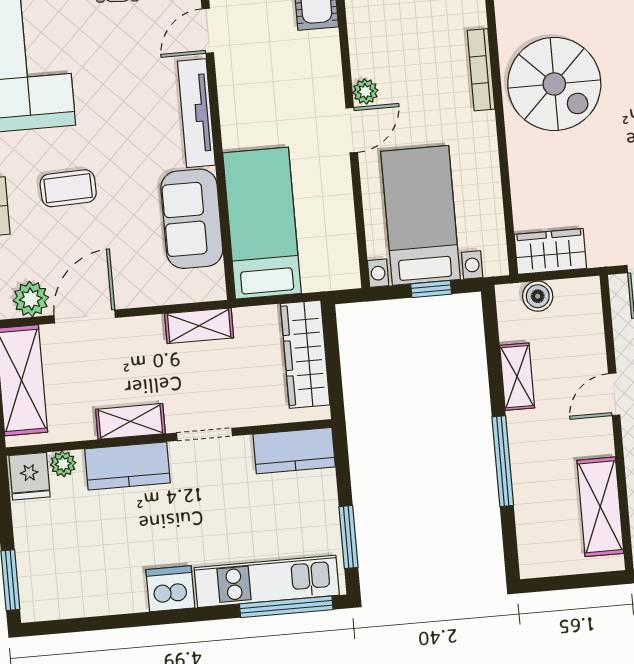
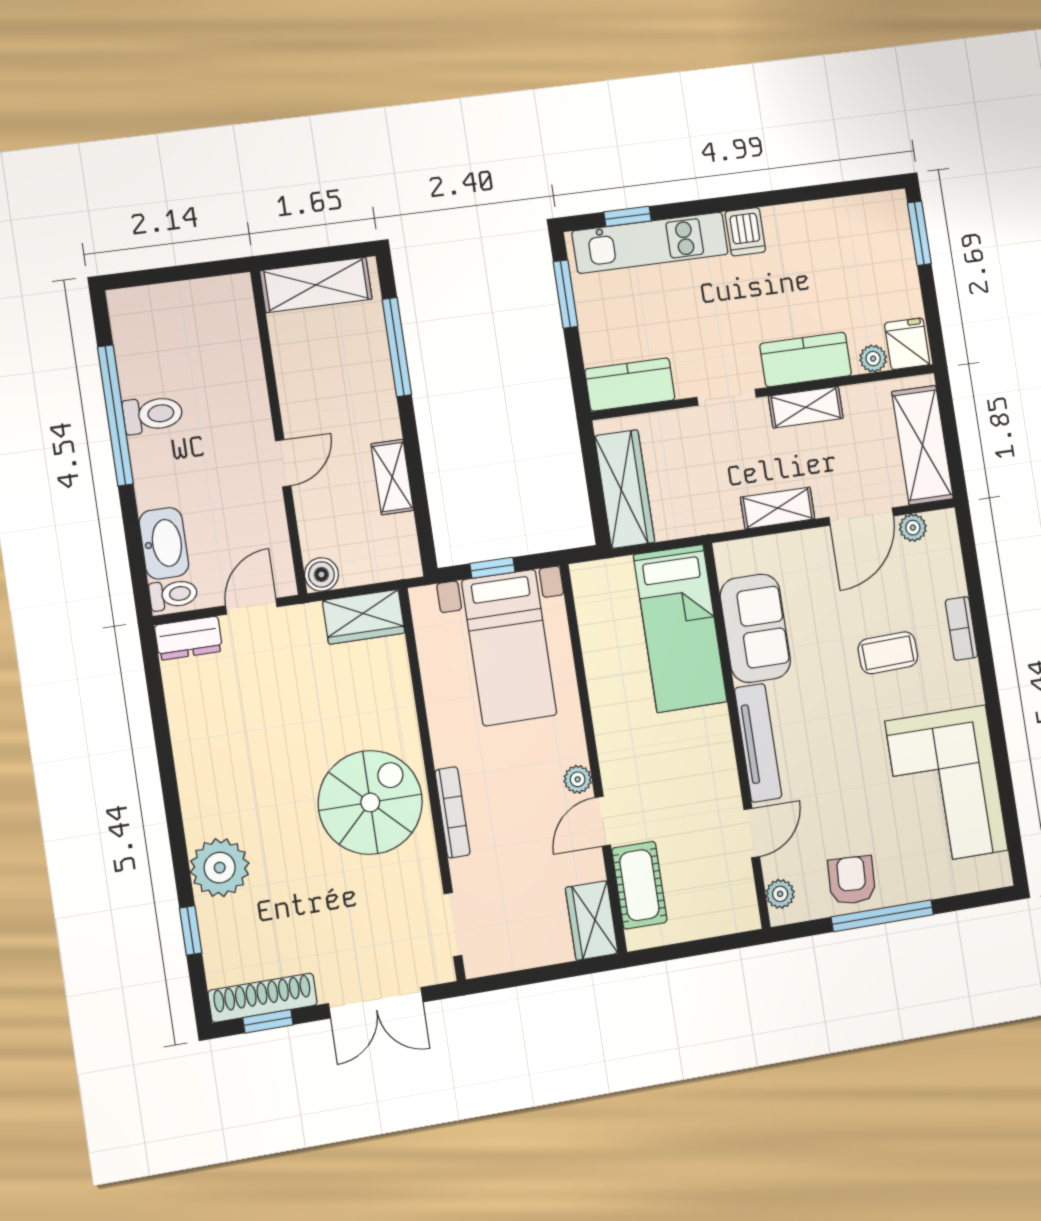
spiral stairs: (554, 84) -> (370, 802), turned 90
door: (352, 130) -> (603, 821), moved
boiler: (538, 296) -> (321, 574), moved
plant: (31, 299) -> (913, 528), width x0.73, depth x0.73
shelving: (199, 326) -> (778, 508), moved
window: (503, 461) -> (397, 347), moved
shelving: (600, 507) -> (316, 285), moved, turned 90
dishwasher: (170, 589) -> (745, 232), width x0.73
window: (286, 607) -> (627, 216), width x0.46

